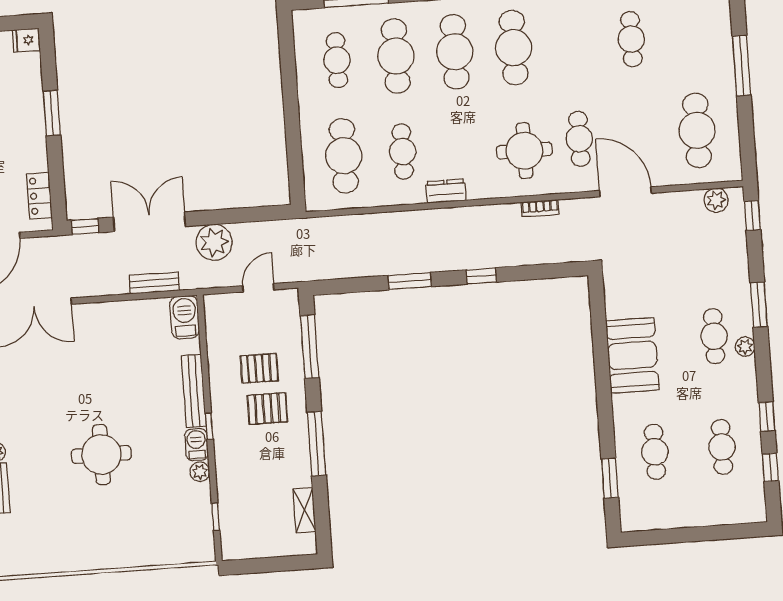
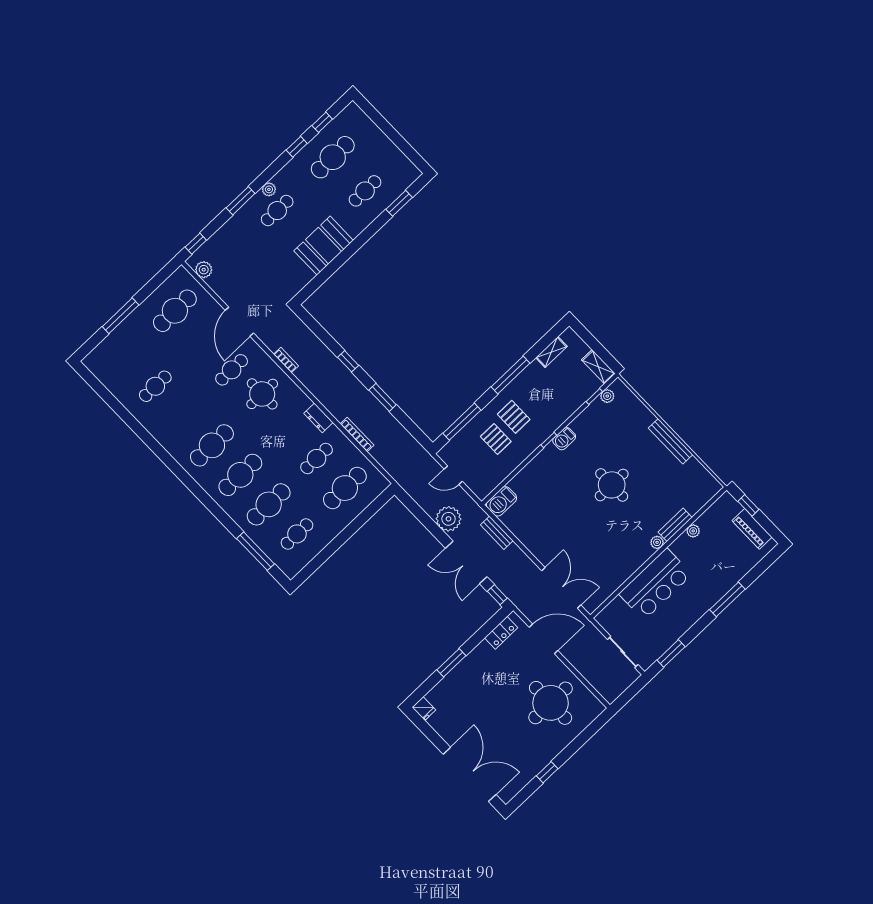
bookcase: (392, 219) -> (357, 434), added
bench: (194, 391) -> (671, 441), moved, turned 90
cafe table: (722, 447) -> (333, 157), width x1.37, depth x1.35
plant: (200, 472) -> (607, 396), moved
shelving: (245, 549) -> (598, 367), added

